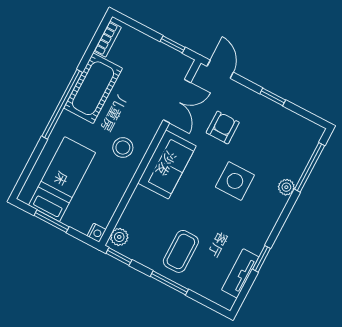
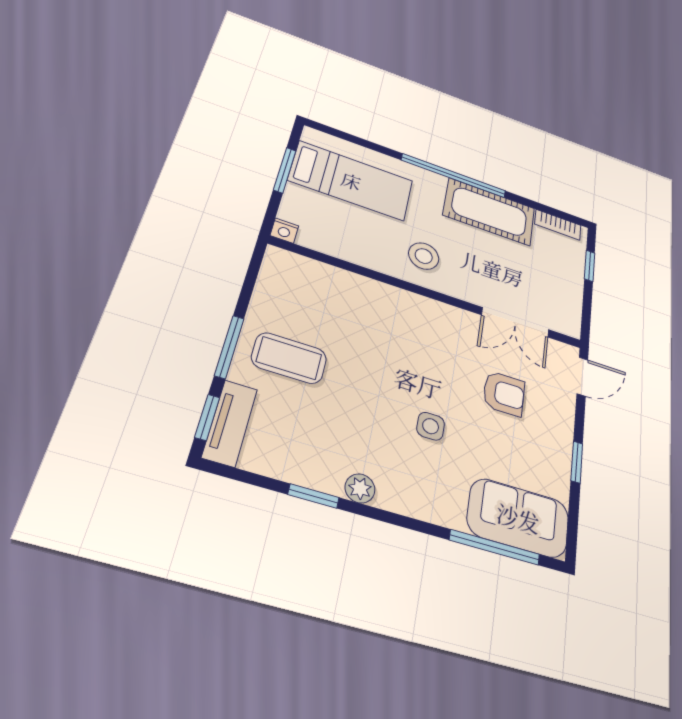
window: (173, 44) -> (590, 266), moved
sofa: (167, 164) -> (518, 518), moved, turned 180
side table: (235, 181) -> (431, 426), width x0.54, depth x0.54
plant: (286, 187) -> (360, 488), moved
plant: (119, 237) -> (287, 263), removed
window: (119, 257) -> (207, 417), moved
tv unit: (240, 273) -> (230, 423), moved, turned 90

